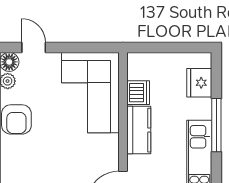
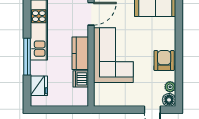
corner sofa: (90, 93) -> (113, 55), moved

